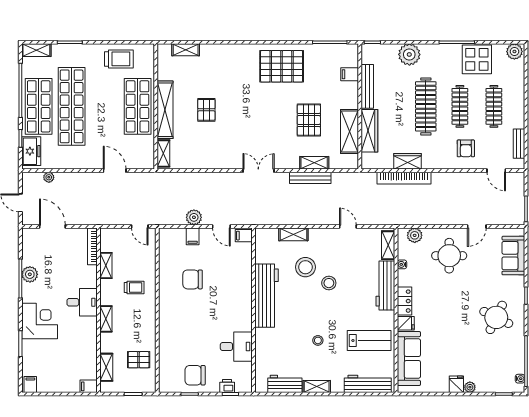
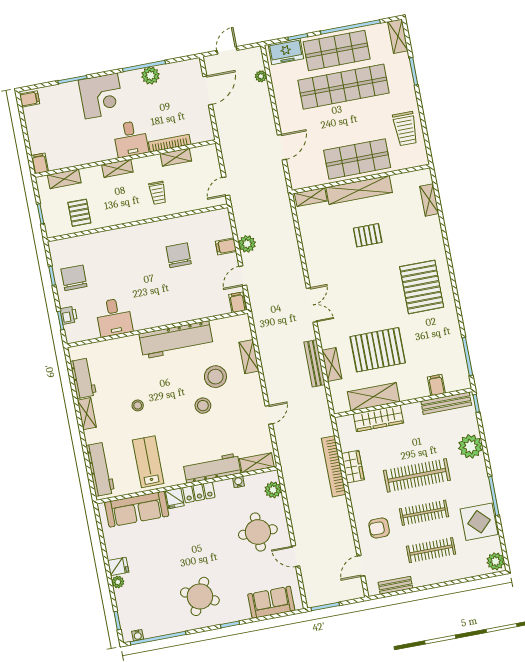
pallet: (282, 66) -> (422, 287), moved
bench: (367, 86) -> (446, 403), moved
pallet: (309, 120) -> (378, 350), width x1.37, depth x1.41
bookcase: (92, 246) -> (170, 143), moved
lab bench: (369, 340) -> (148, 462), turned 180

